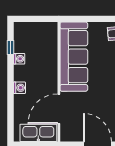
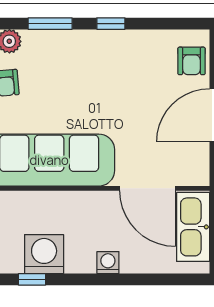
washing machine: (19, 59) -> (44, 254), width x1.89, depth x1.89

